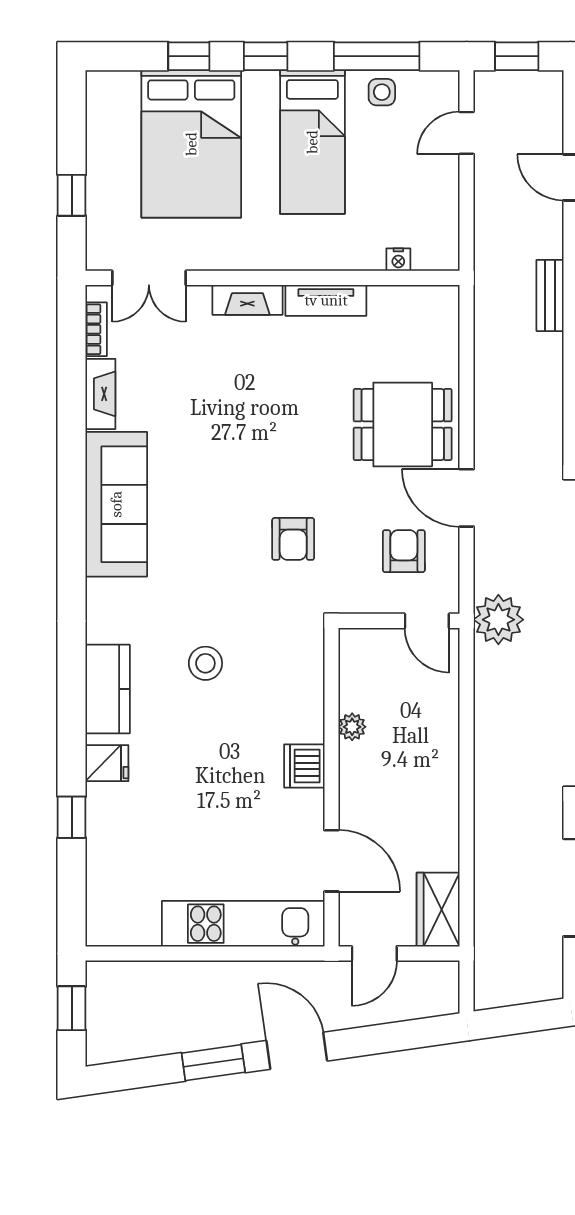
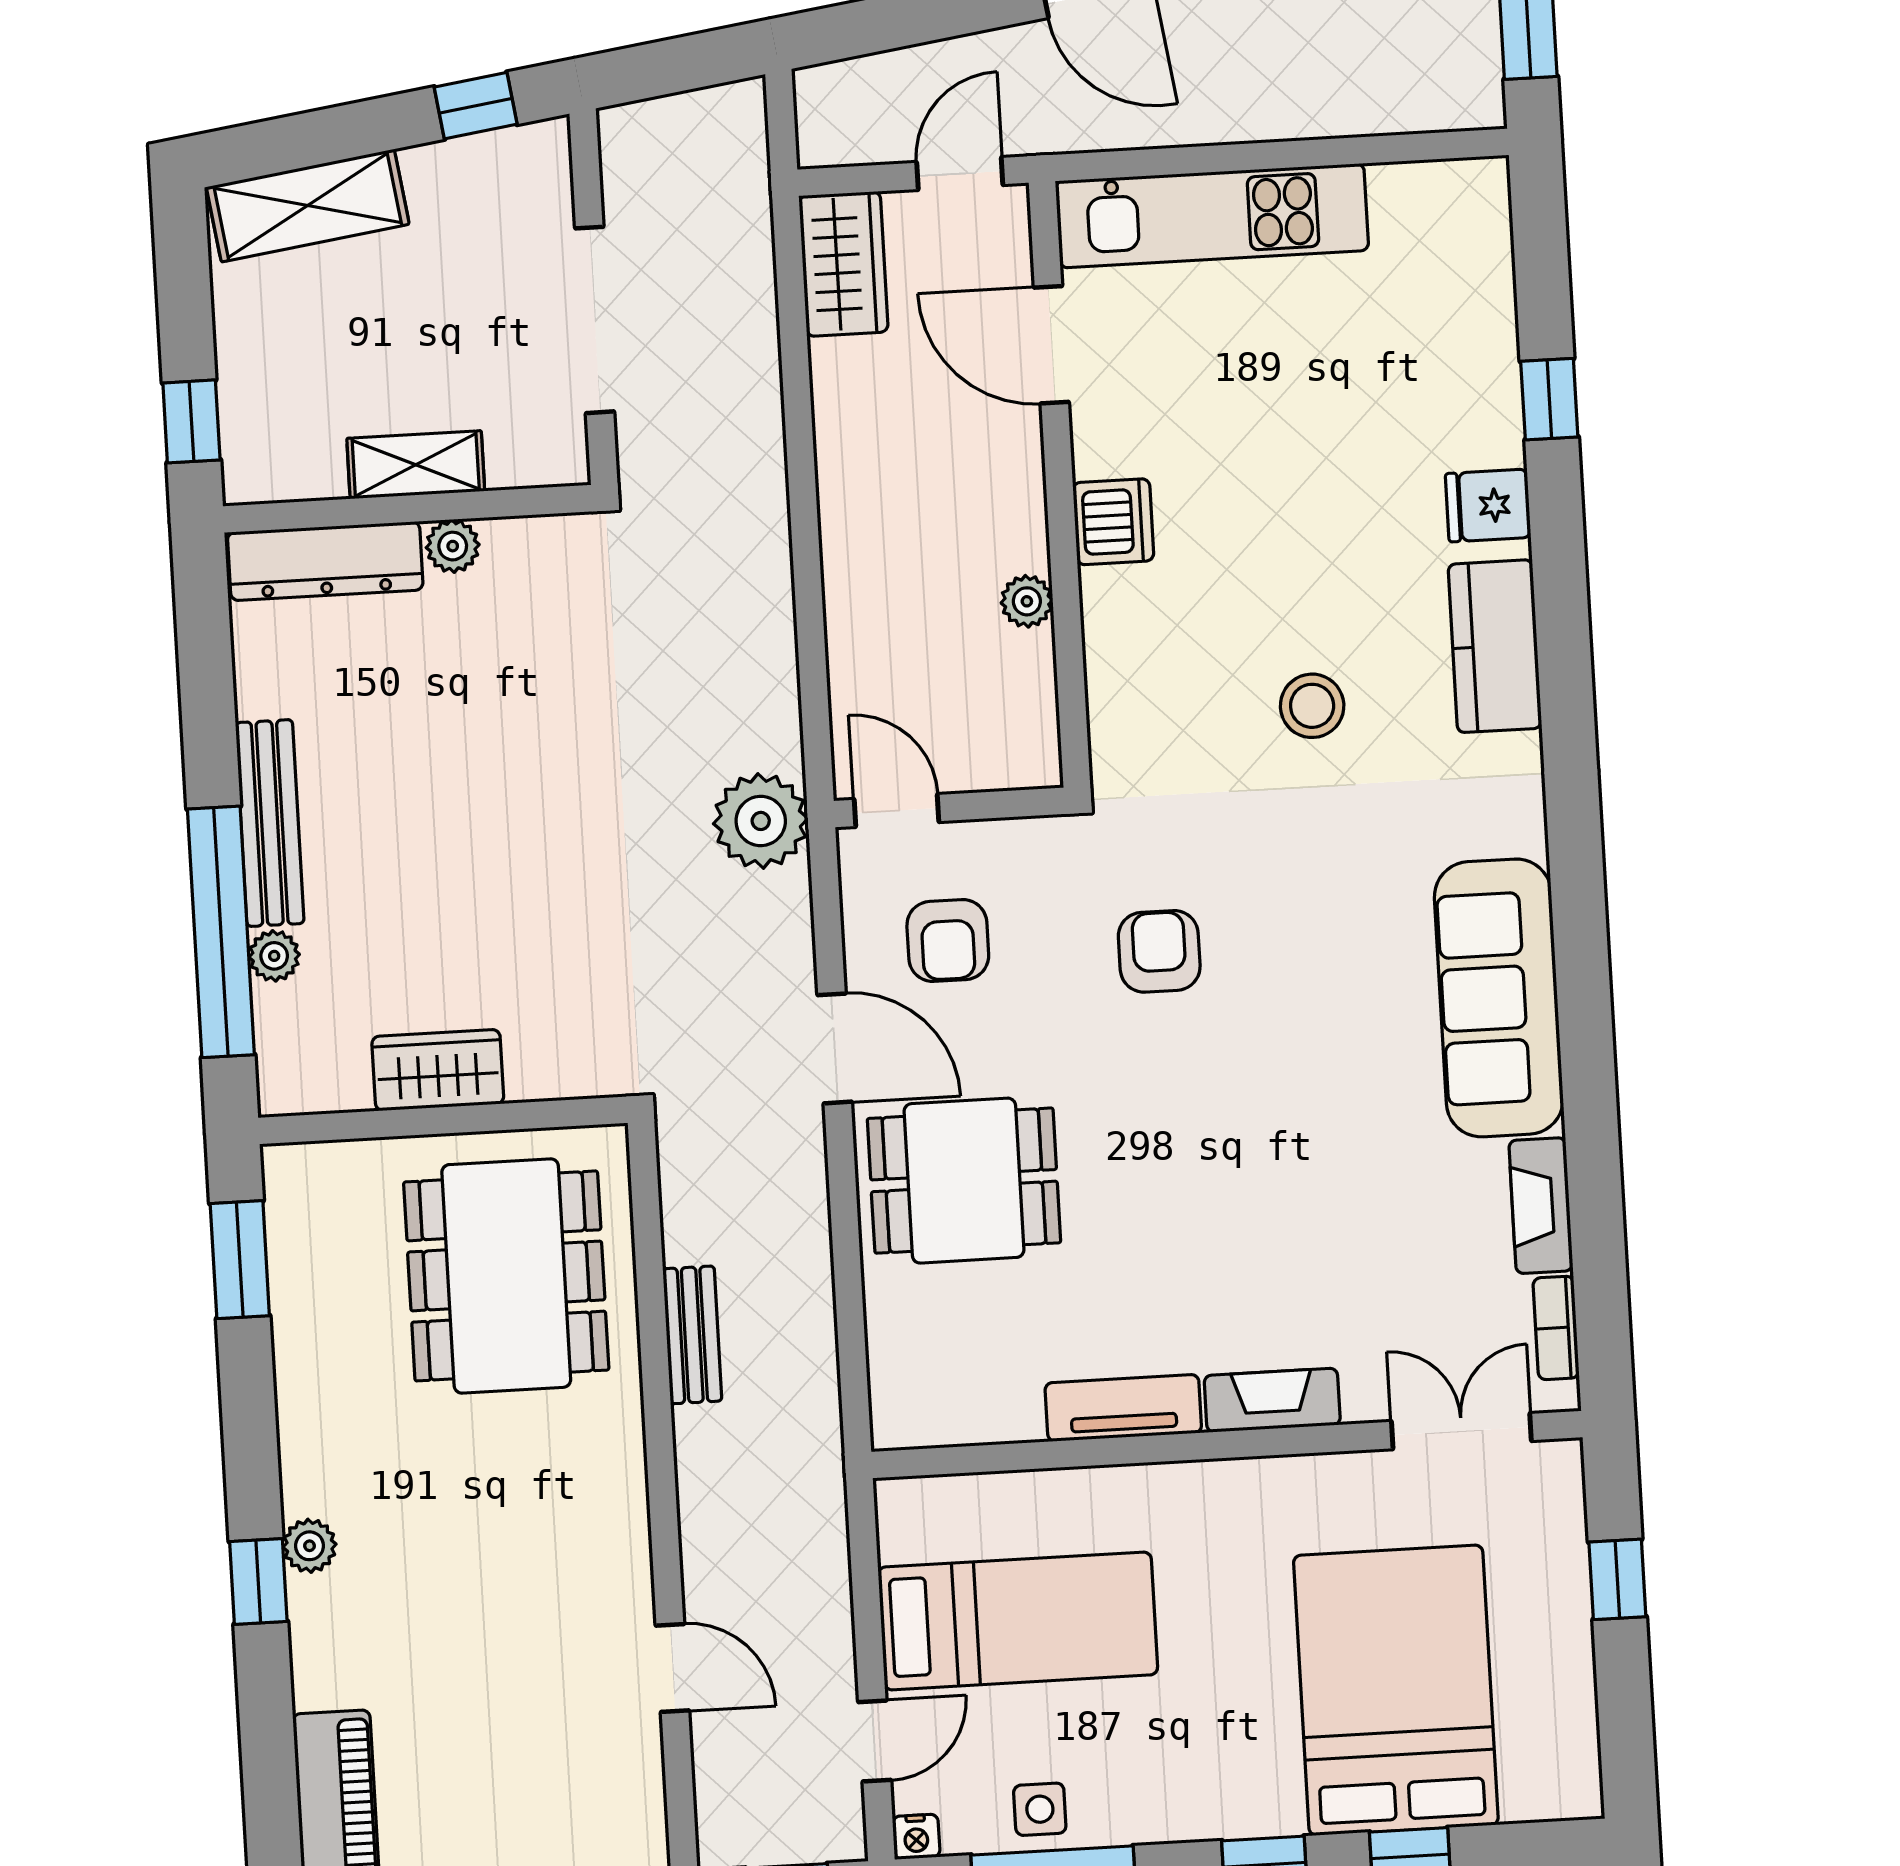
bed: (312, 142) -> (1018, 1621), moved, turned 90
nightstand: (398, 260) -> (916, 1837), moved, turned 180
bench: (550, 295) -> (692, 1335), moved

